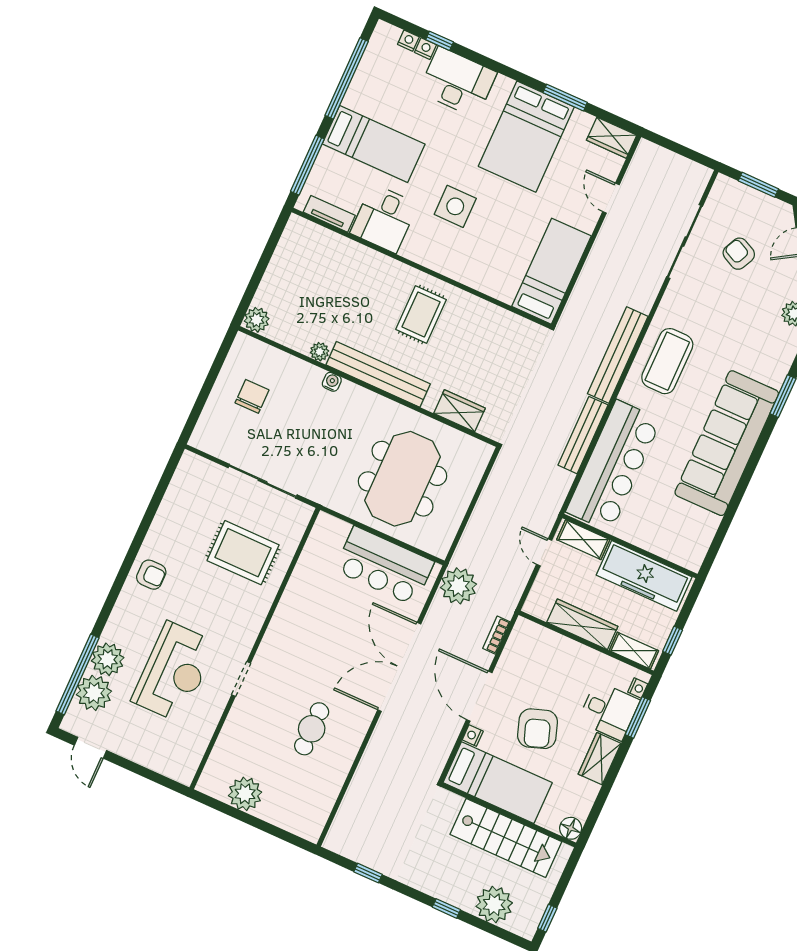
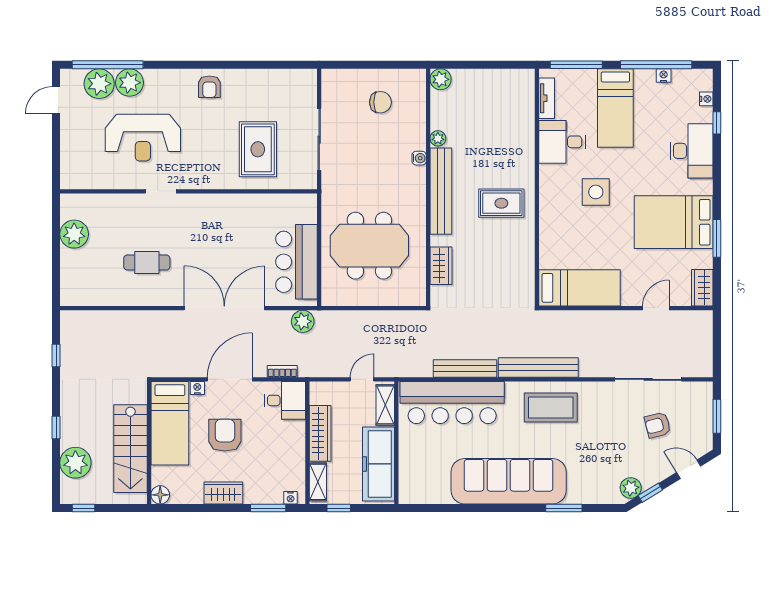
nightstand: (425, 49) -> (664, 76), moved, turned -90
armchair: (739, 254) -> (658, 425), turned -130
plant: (458, 586) -> (303, 321), width x0.73, depth x0.73
desk: (609, 711) -> (285, 400), moved, turned -90
armchair: (538, 729) -> (225, 435), turned 109

